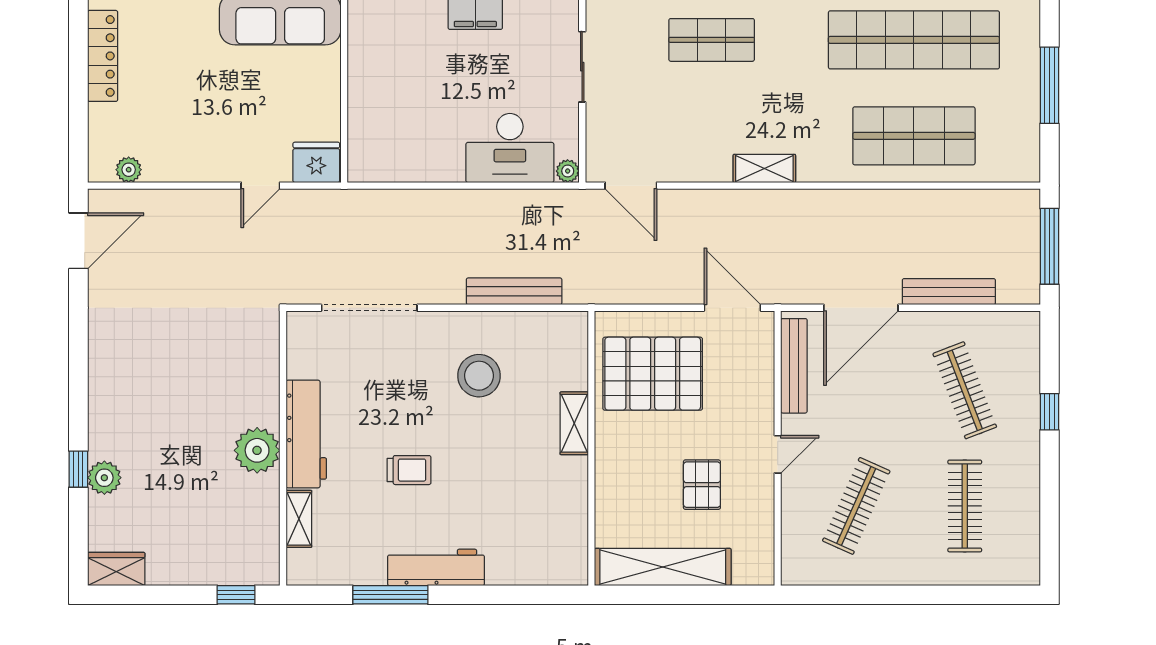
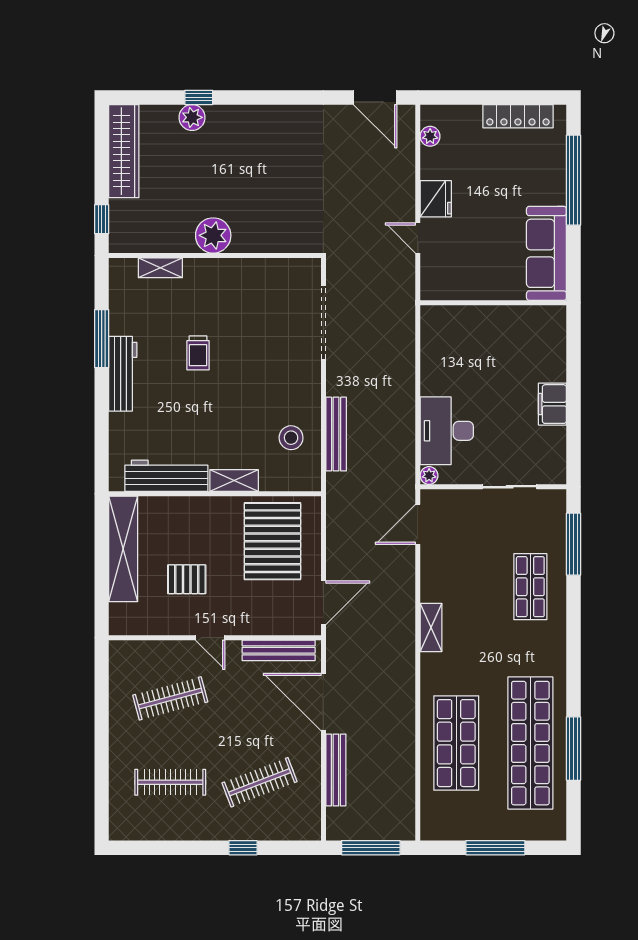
fridge: (316, 162) -> (436, 199), moved
stool: (479, 376) -> (291, 438), moved, width x0.73, depth x0.73
workbench: (306, 434) -> (166, 476), moved, turned 180
clothes rail: (856, 506) -> (170, 698), turned -39
wardrobe: (116, 569) -> (124, 151), width x2.10, depth x1.17

